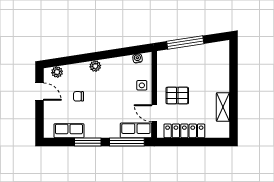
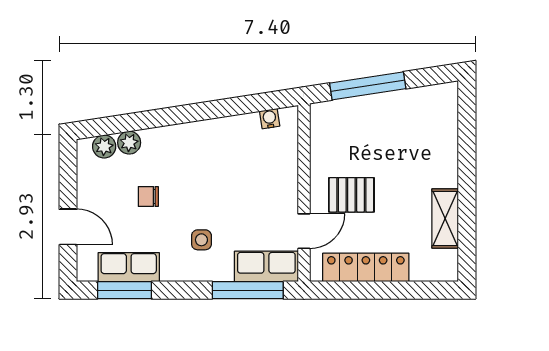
plant: (95, 66) -> (129, 143), moved
side table: (142, 85) -> (201, 240), moved
door: (39, 92) -> (68, 227), moved
door: (154, 113) -> (304, 231), swing flipped
window: (88, 142) -> (124, 290), moved

